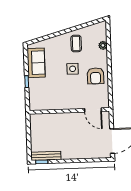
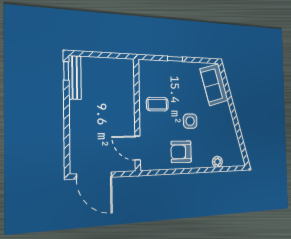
coffee table: (76, 43) -> (157, 104), moved
sofa: (36, 63) -> (214, 85), moved, turned 74
door: (93, 110) -> (138, 148), hinge flipped

